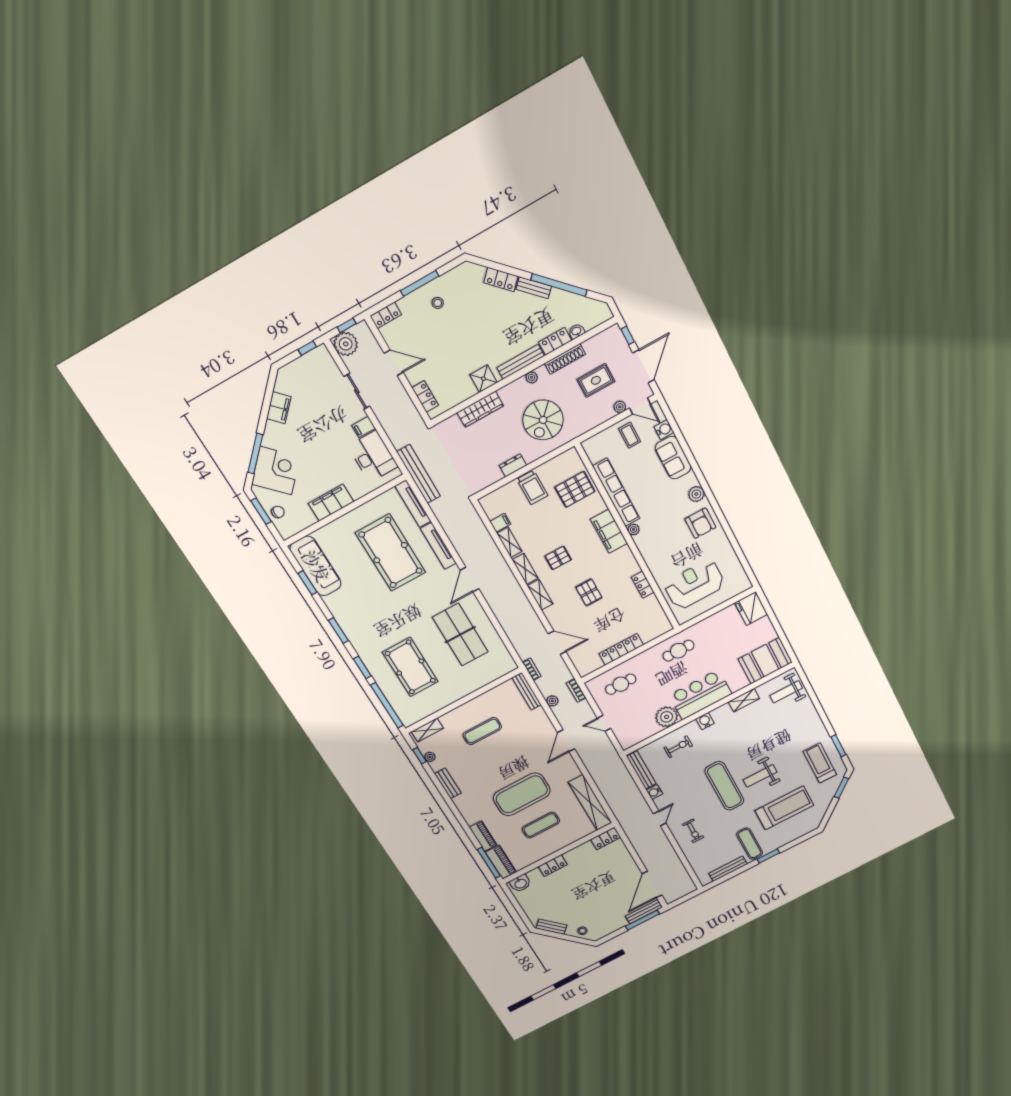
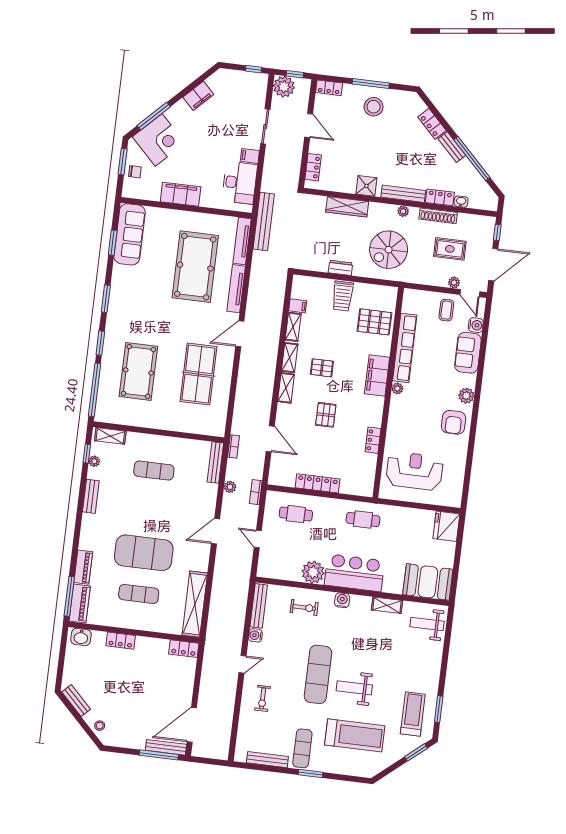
stool: (438, 303) -> (374, 107), width x1.89, depth x1.89

